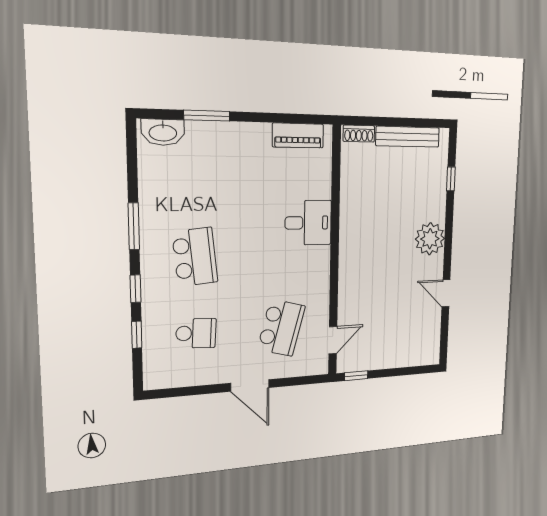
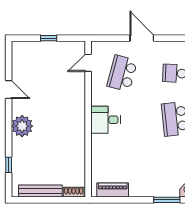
desk: (308, 223) -> (105, 120), moved
window: (356, 376) -> (49, 38), moved

